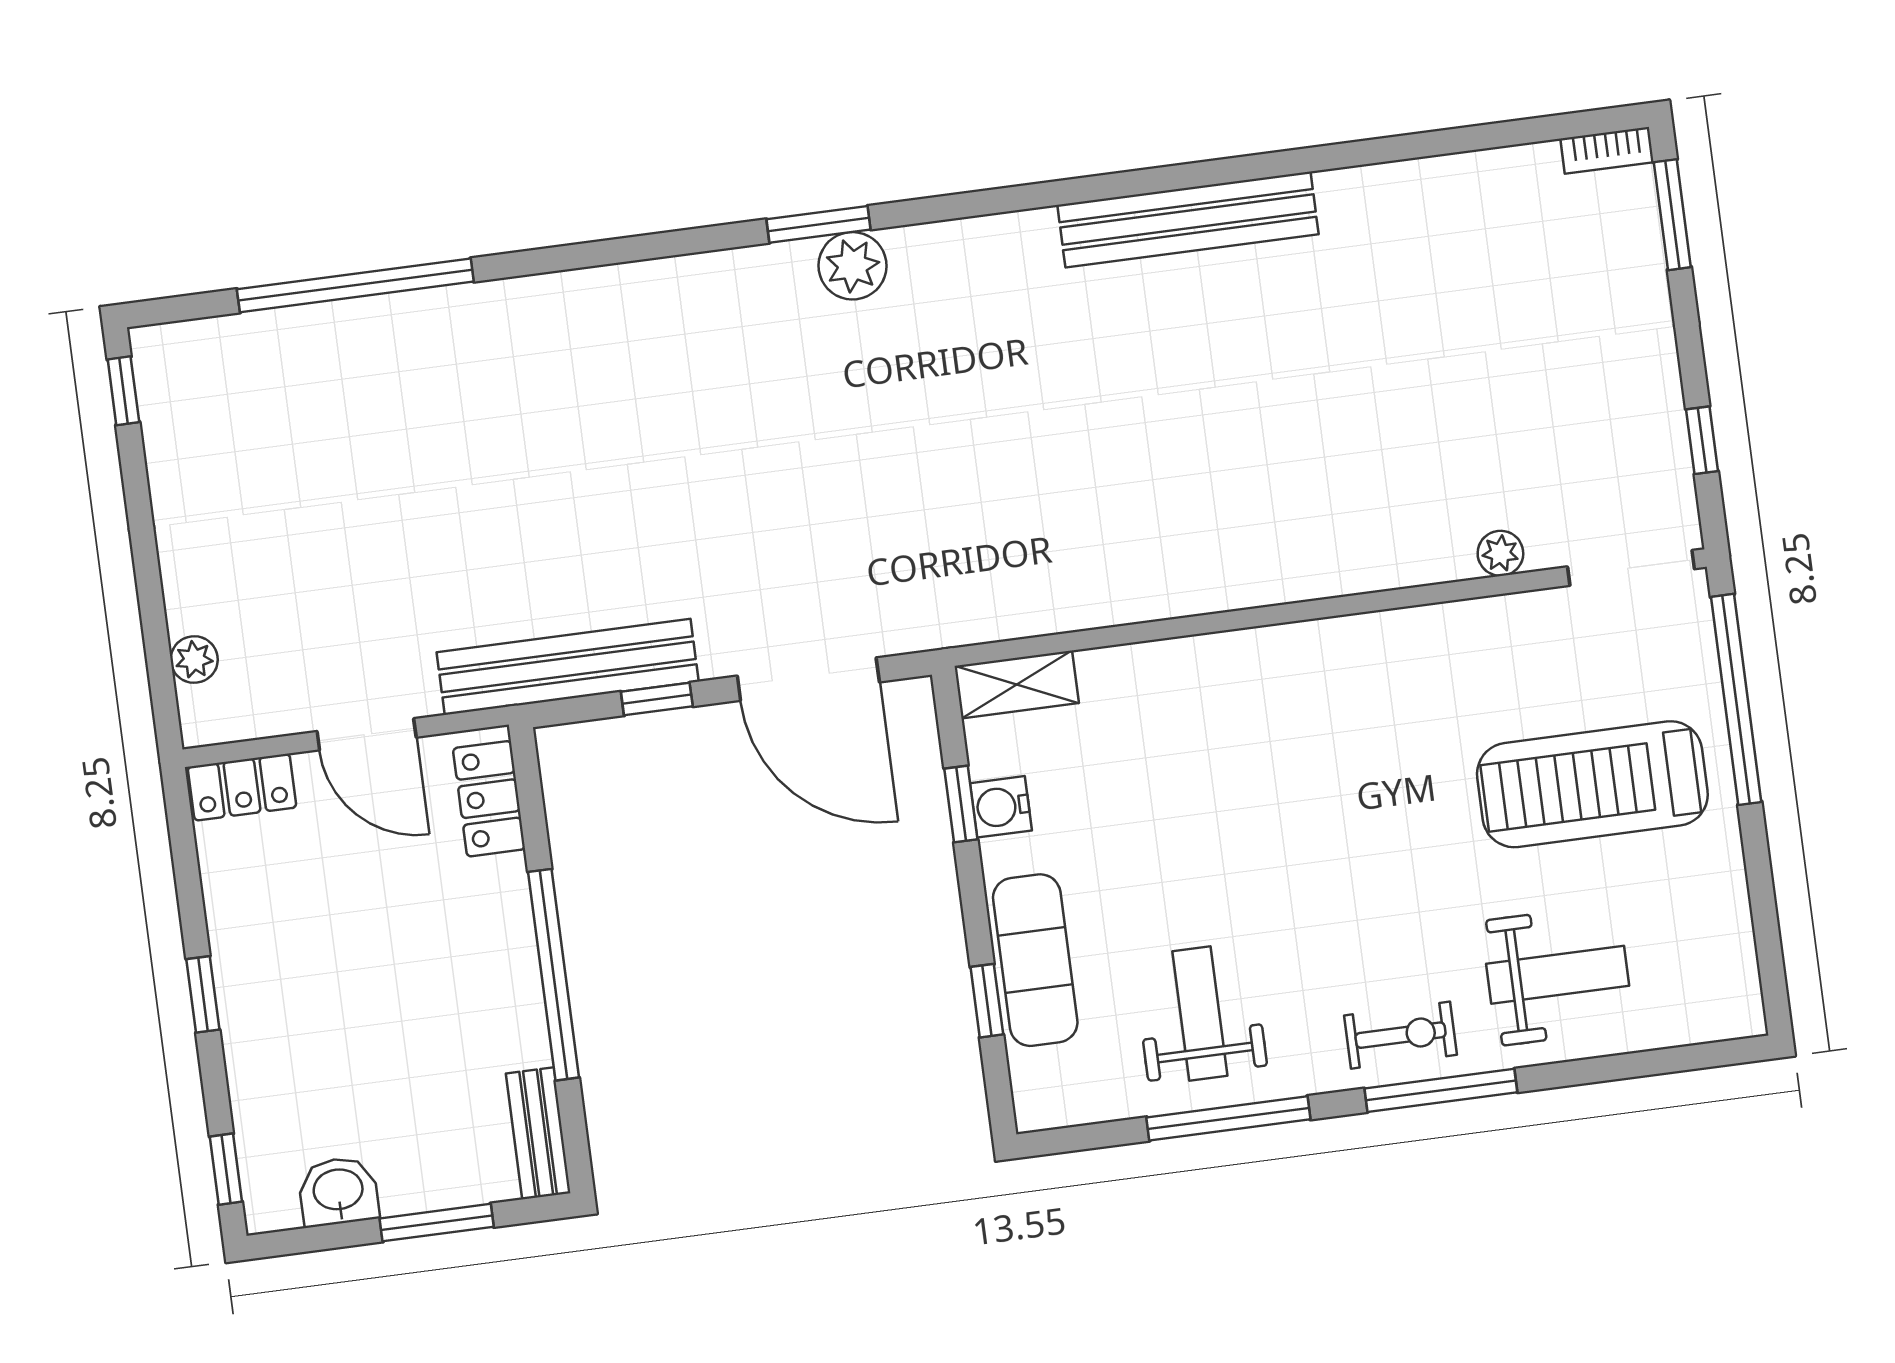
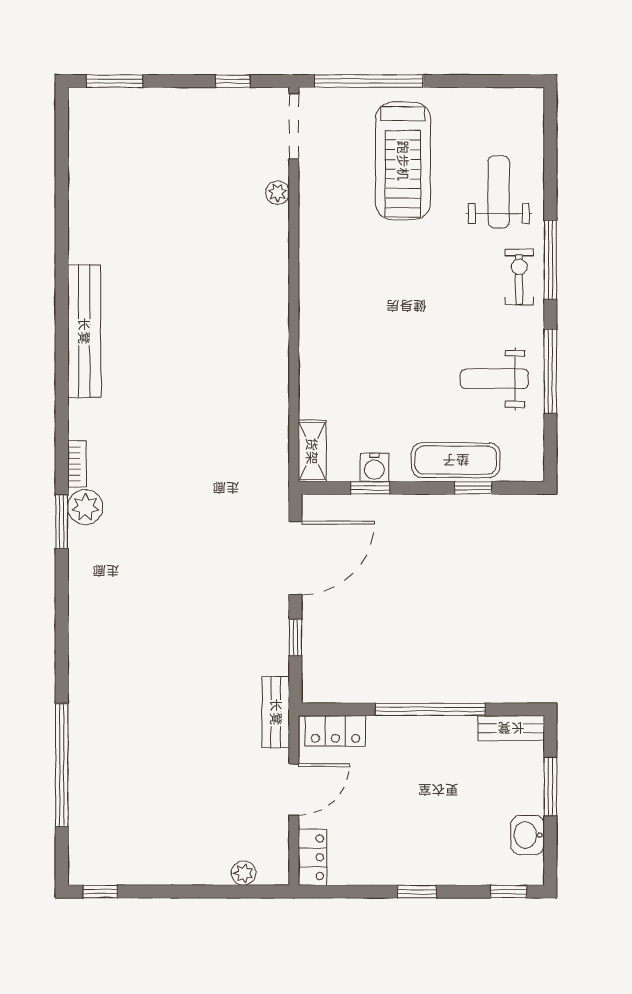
bookcase: (1607, 150) -> (77, 464), moved
bench: (568, 667) -> (276, 712), width x0.54, depth x0.82

